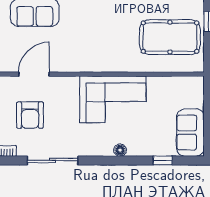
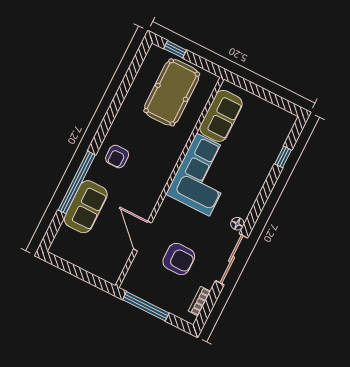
armchair: (91, 18) -> (117, 157), added
sofa: (190, 132) -> (221, 116), moved, turned -90
floor lamp: (120, 150) -> (237, 224), moved

